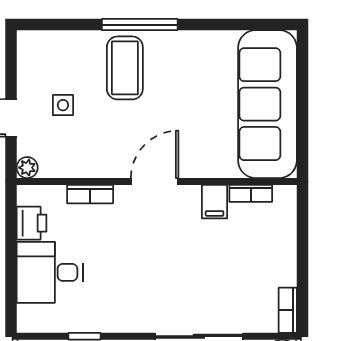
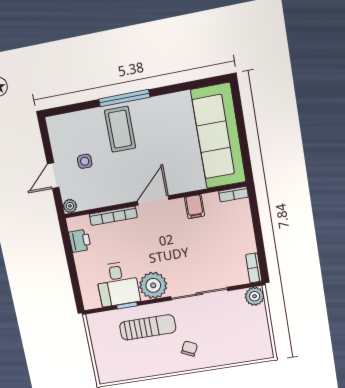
bookcase: (251, 193) -> (234, 194), moved
bookcase: (90, 194) -> (113, 216), width x1.56
desk: (50, 272) -> (118, 284), moved, turned -90
plant: (131, 311) -> (153, 285), added

